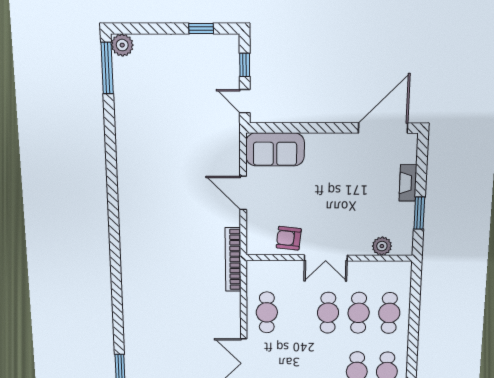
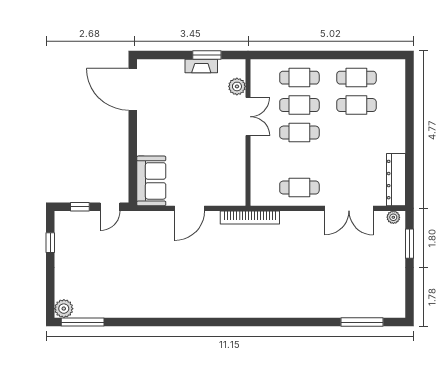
fireplace: (408, 183) -> (201, 66), moved
armchair: (289, 238) -> (230, 168), removed
double door: (326, 258) -> (248, 117), moved

